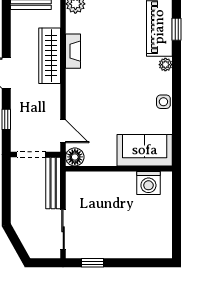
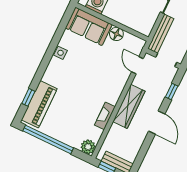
wardrobe: (50, 56) -> (129, 106), moved
plant: (165, 65) -> (47, 77), removed
floor lamp: (75, 157) -> (116, 34), moved

